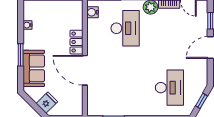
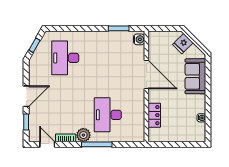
water cooler: (92, 12) -> (139, 39), moved
locker: (77, 42) -> (154, 115), moved
window: (21, 55) -> (208, 89), removed

